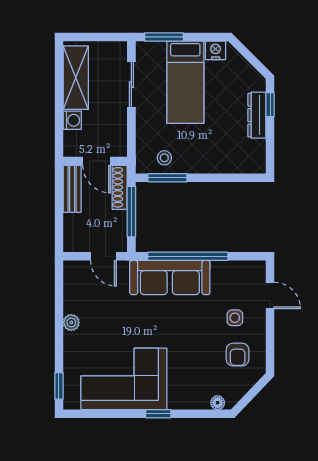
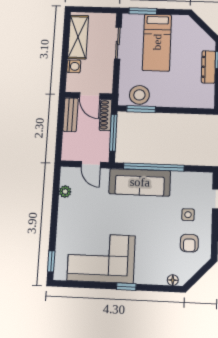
nightstand: (216, 50) -> (180, 21), removed
stool: (164, 158) -> (139, 95), width x1.89, depth x1.89
plant: (71, 322) -> (65, 192), moved

